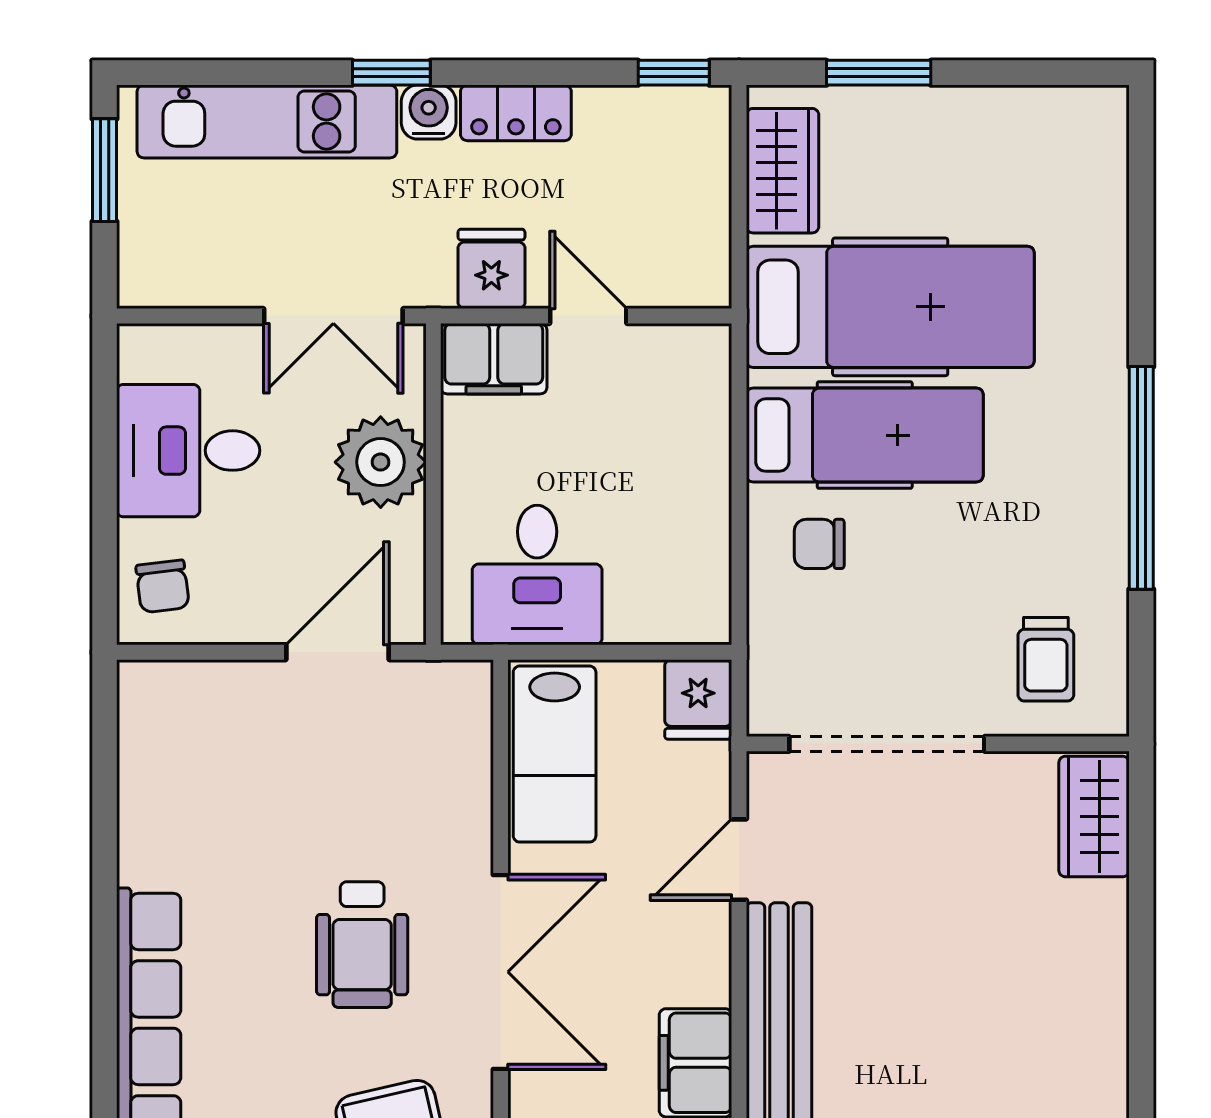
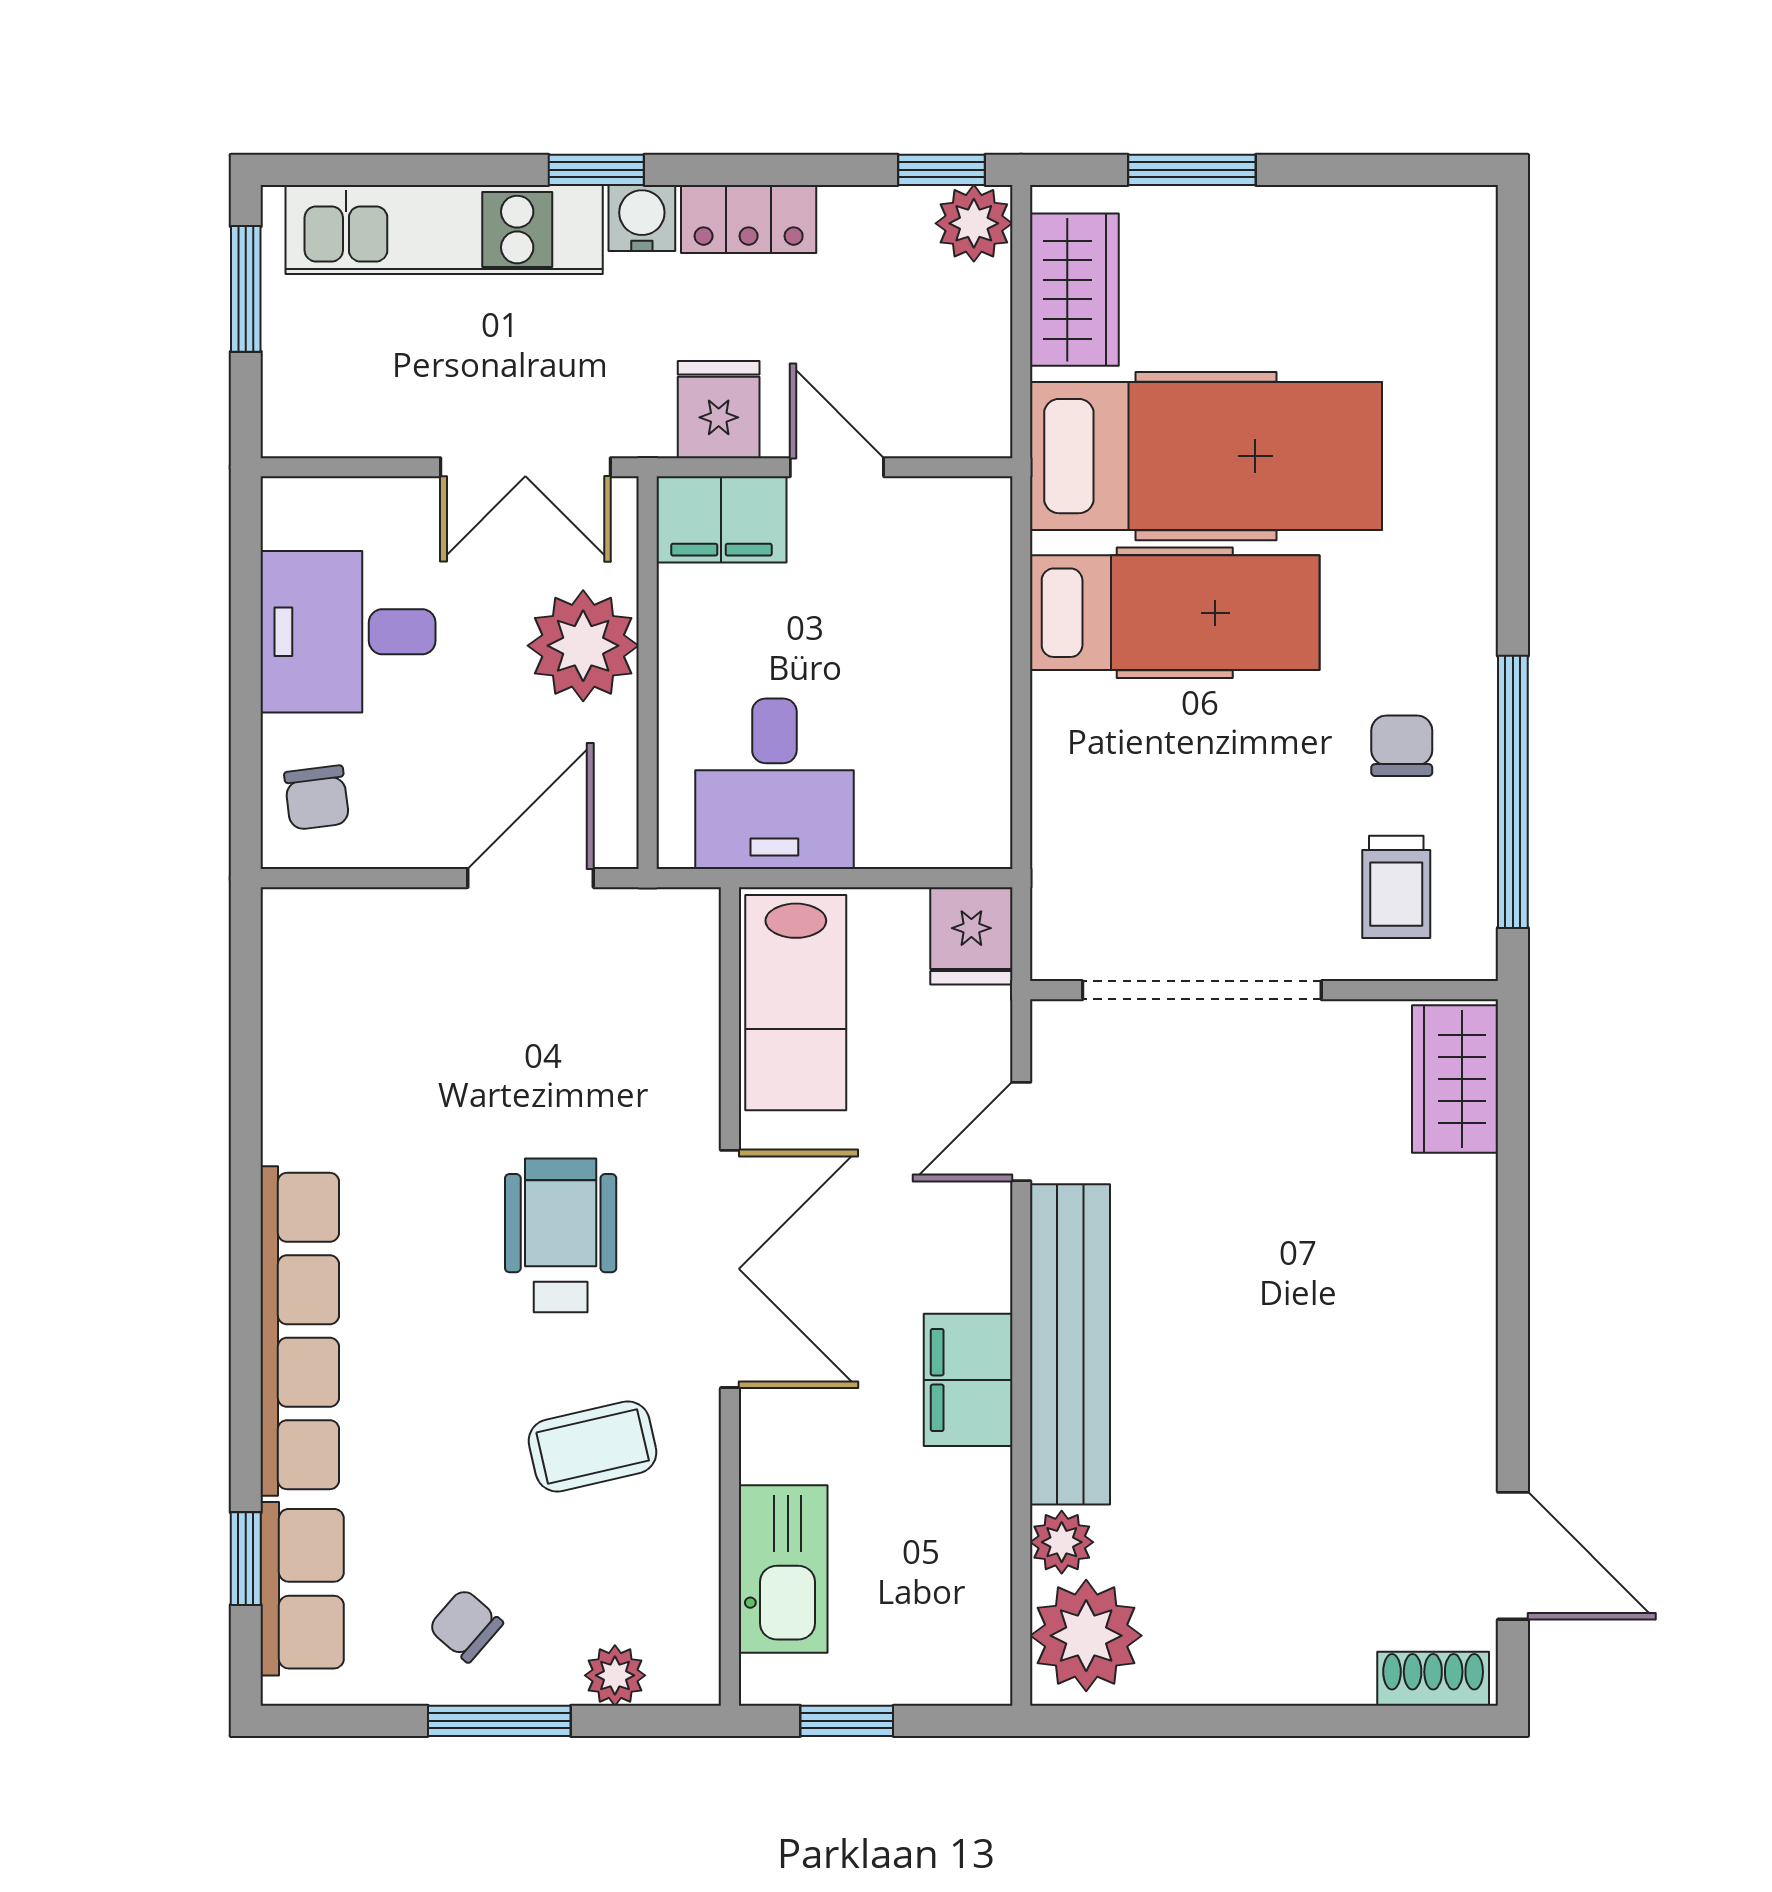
plant: (700, 116) -> (974, 223), added
window: (1141, 478) -> (1513, 792), moved
chair: (819, 544) -> (1402, 746), moved, turned 90
wheelchair: (362, 945) -> (561, 1235), turned 180

